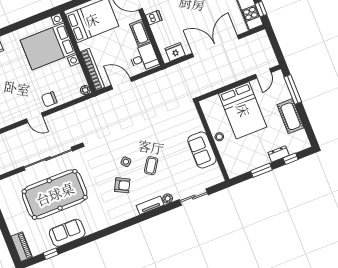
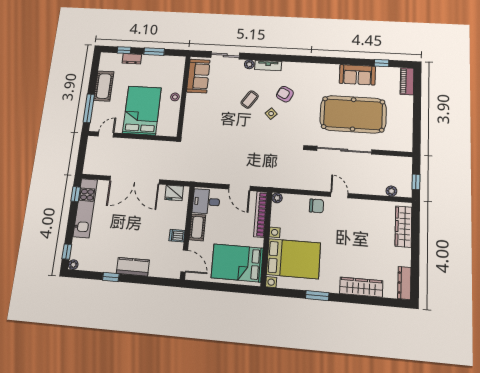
window: (15, 27) -> (317, 296), added
sofa: (202, 150) -> (198, 76), moved

